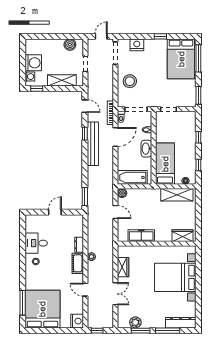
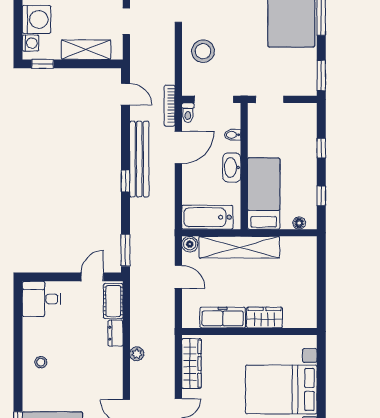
window: (85, 134) -> (125, 181), moved
shelving: (177, 195) -> (239, 247), moved, width x1.47
door: (55, 212) -> (92, 277), moved
wardrobe: (183, 236) -> (265, 318), moved
desk: (36, 243) -> (41, 299), moved
cot: (78, 263) -> (113, 301), moved
wardrobe: (123, 267) -> (191, 363), width x1.50

